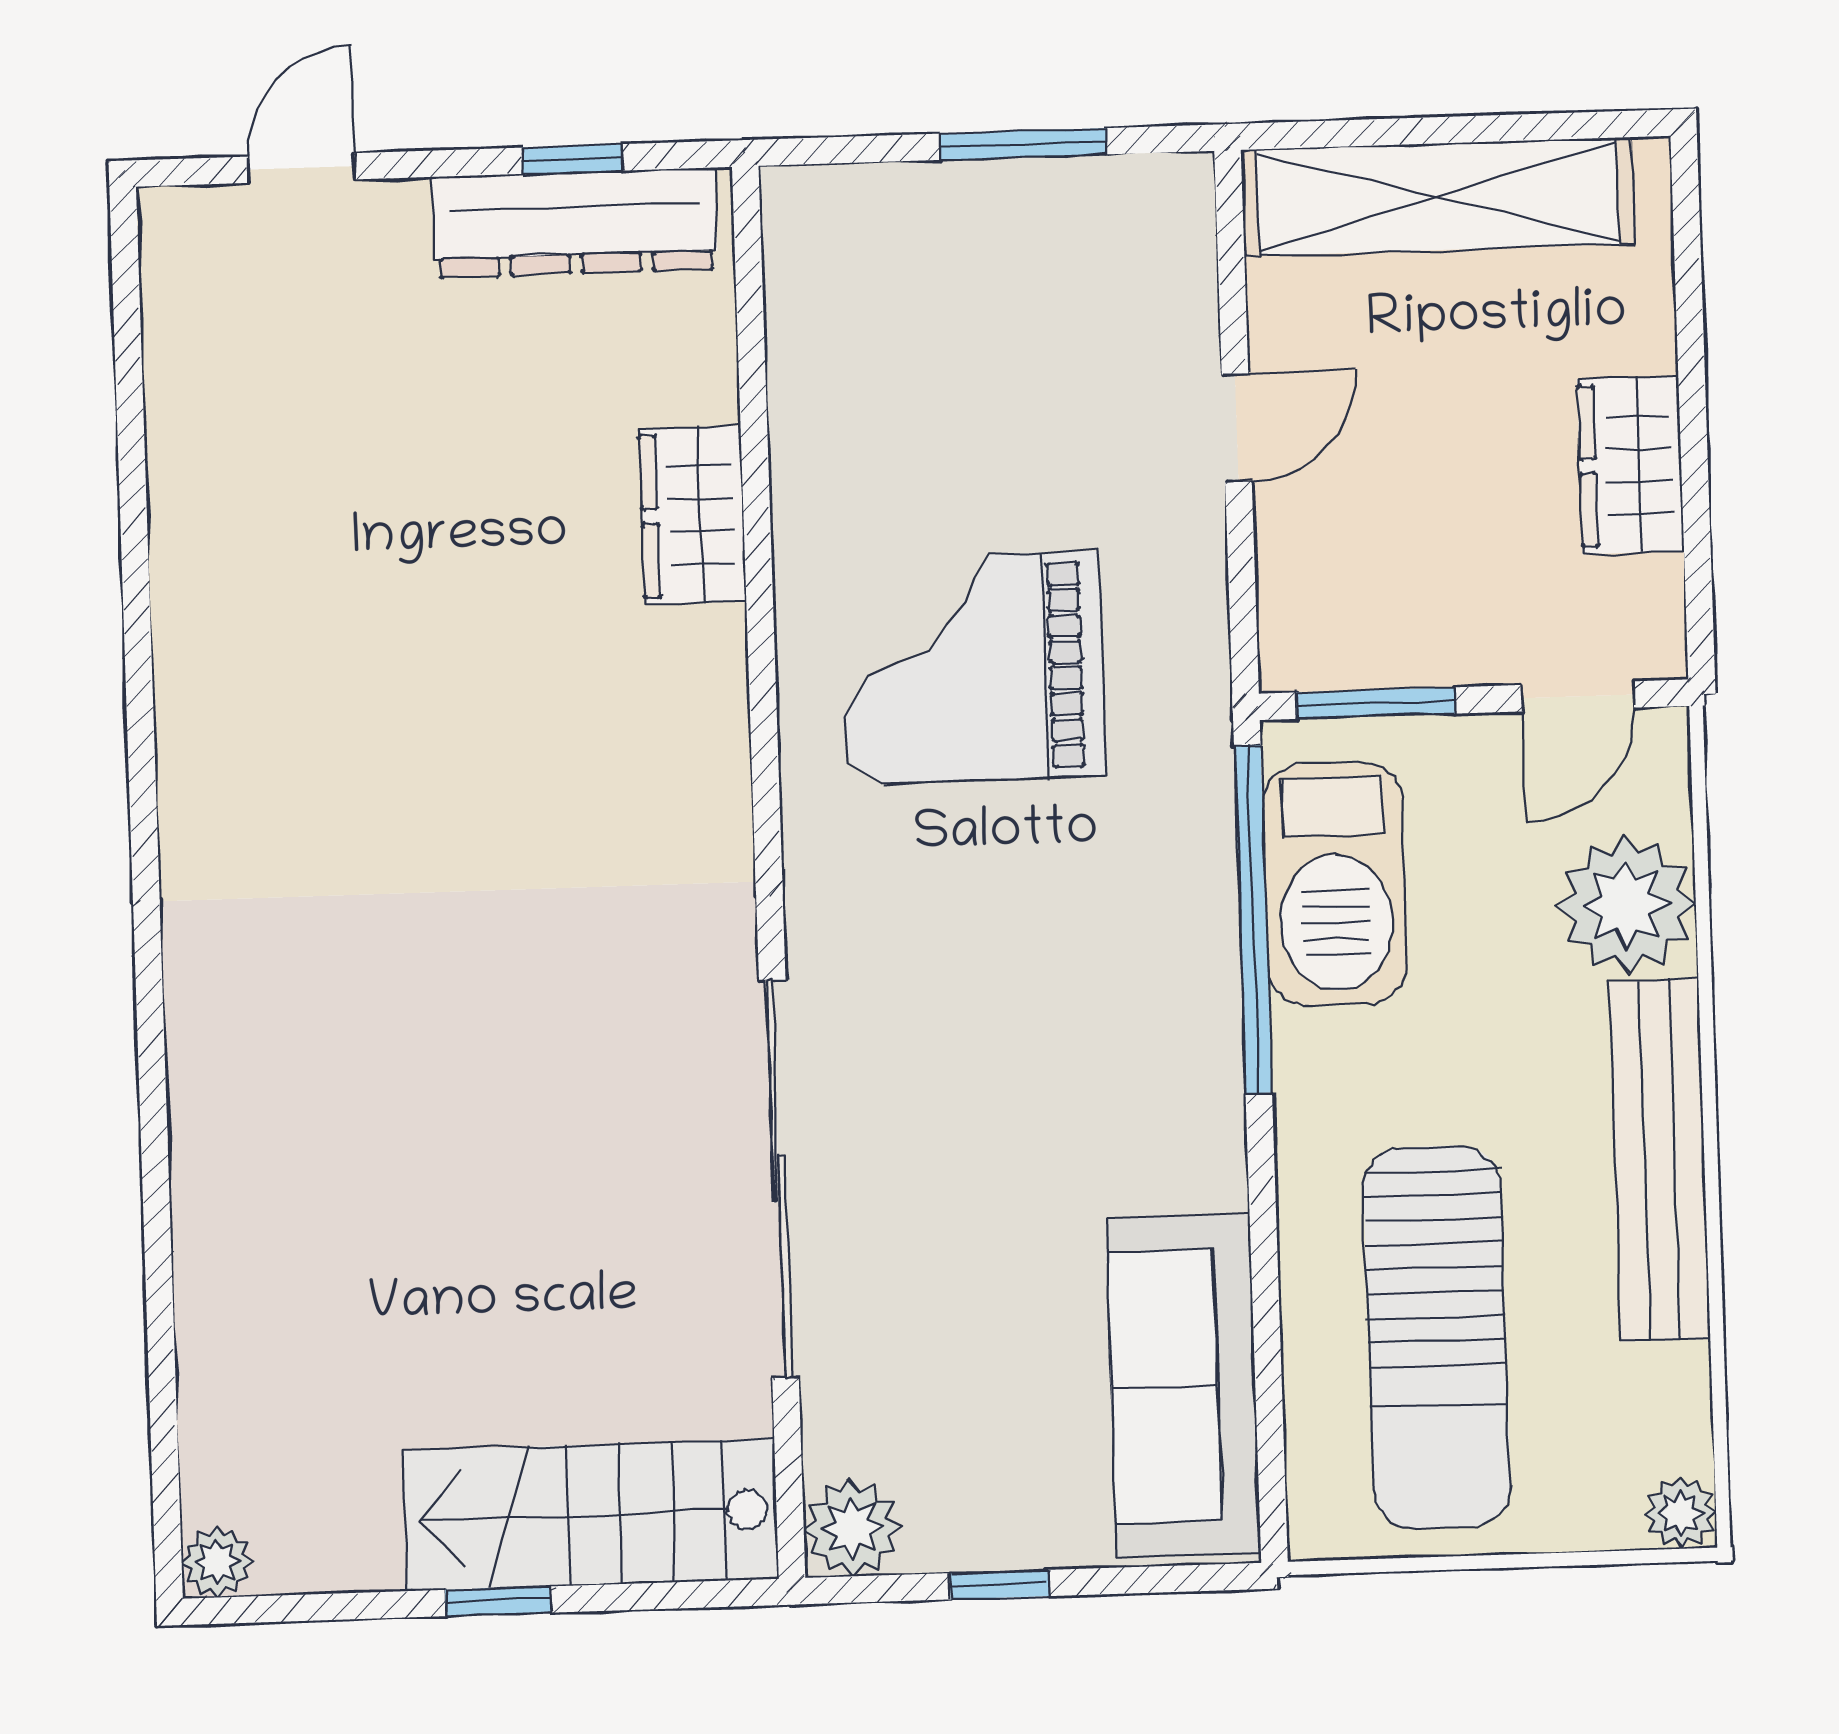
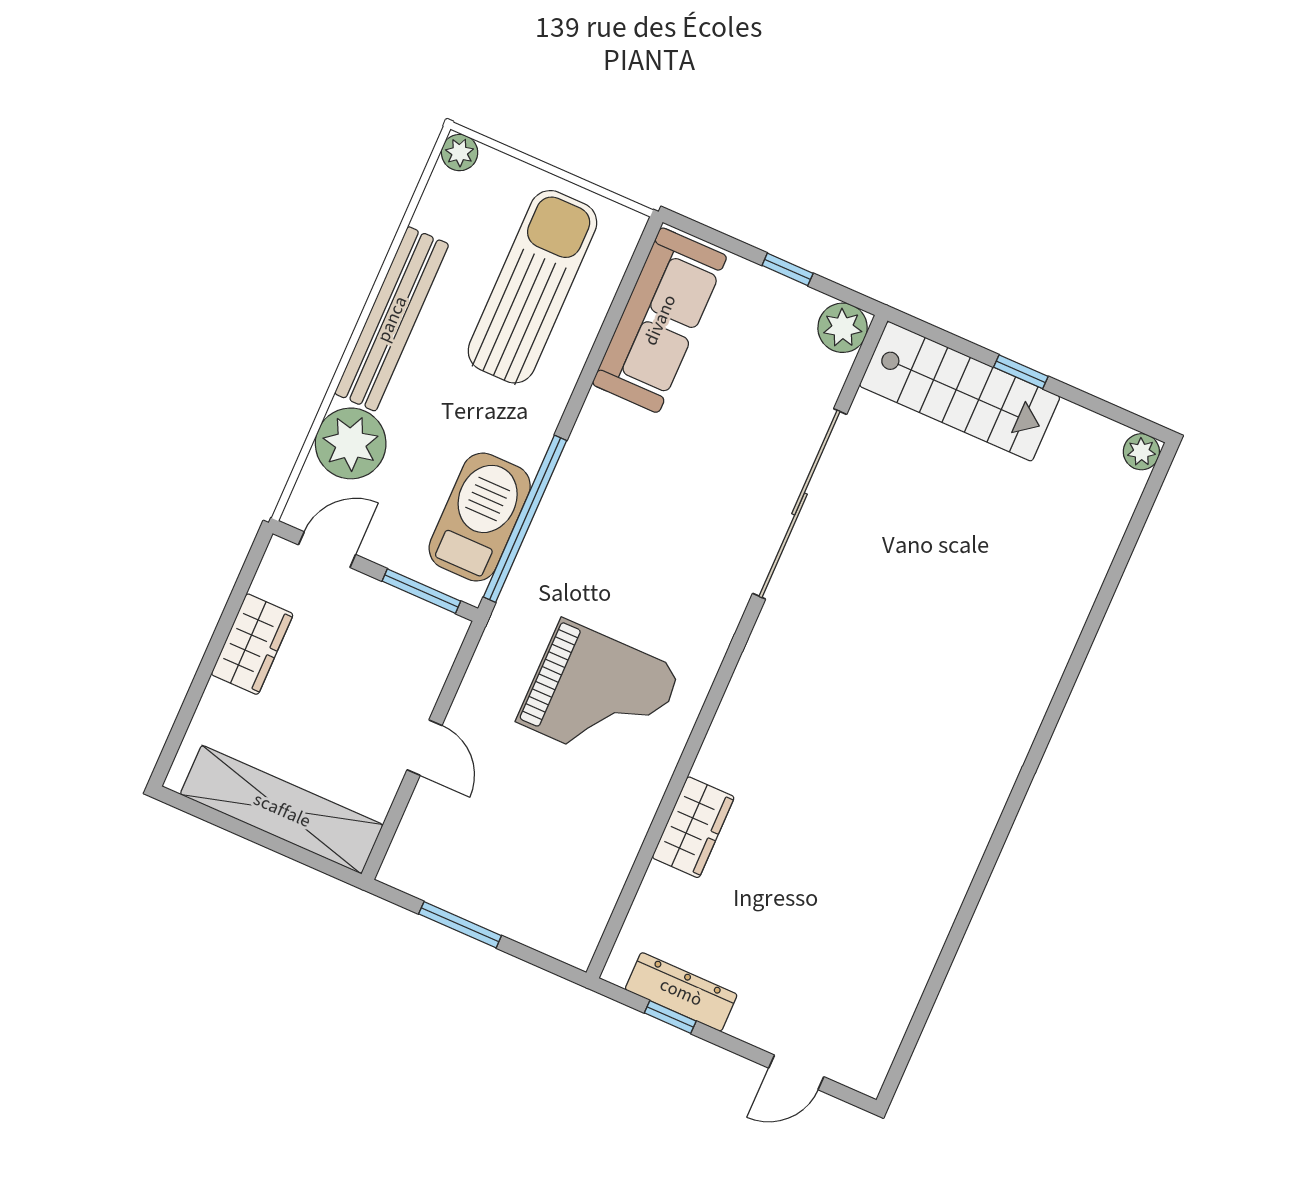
dresser: (575, 223) -> (681, 992), width x0.73, depth x0.80
door: (1237, 428) -> (425, 748), swing flipped

